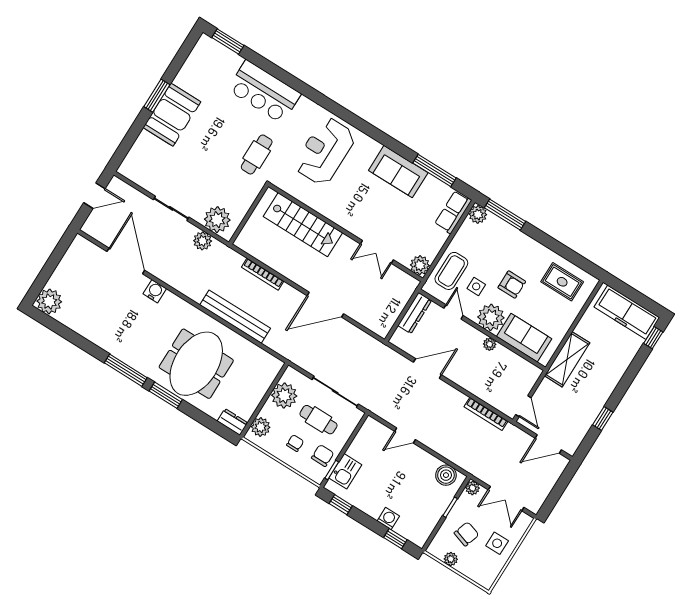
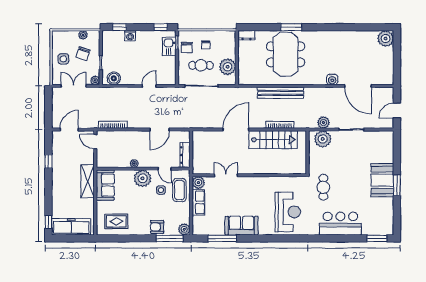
row of seats: (453, 212) -> (198, 202), moved
stairs: (303, 225) -> (273, 140), moved, turned 180
armchair: (512, 285) -> (157, 227), moved
sofa: (524, 338) -> (105, 185), moved, turned -90
window: (126, 370) -> (321, 27), removed
plant: (261, 427) -> (230, 42), removed

